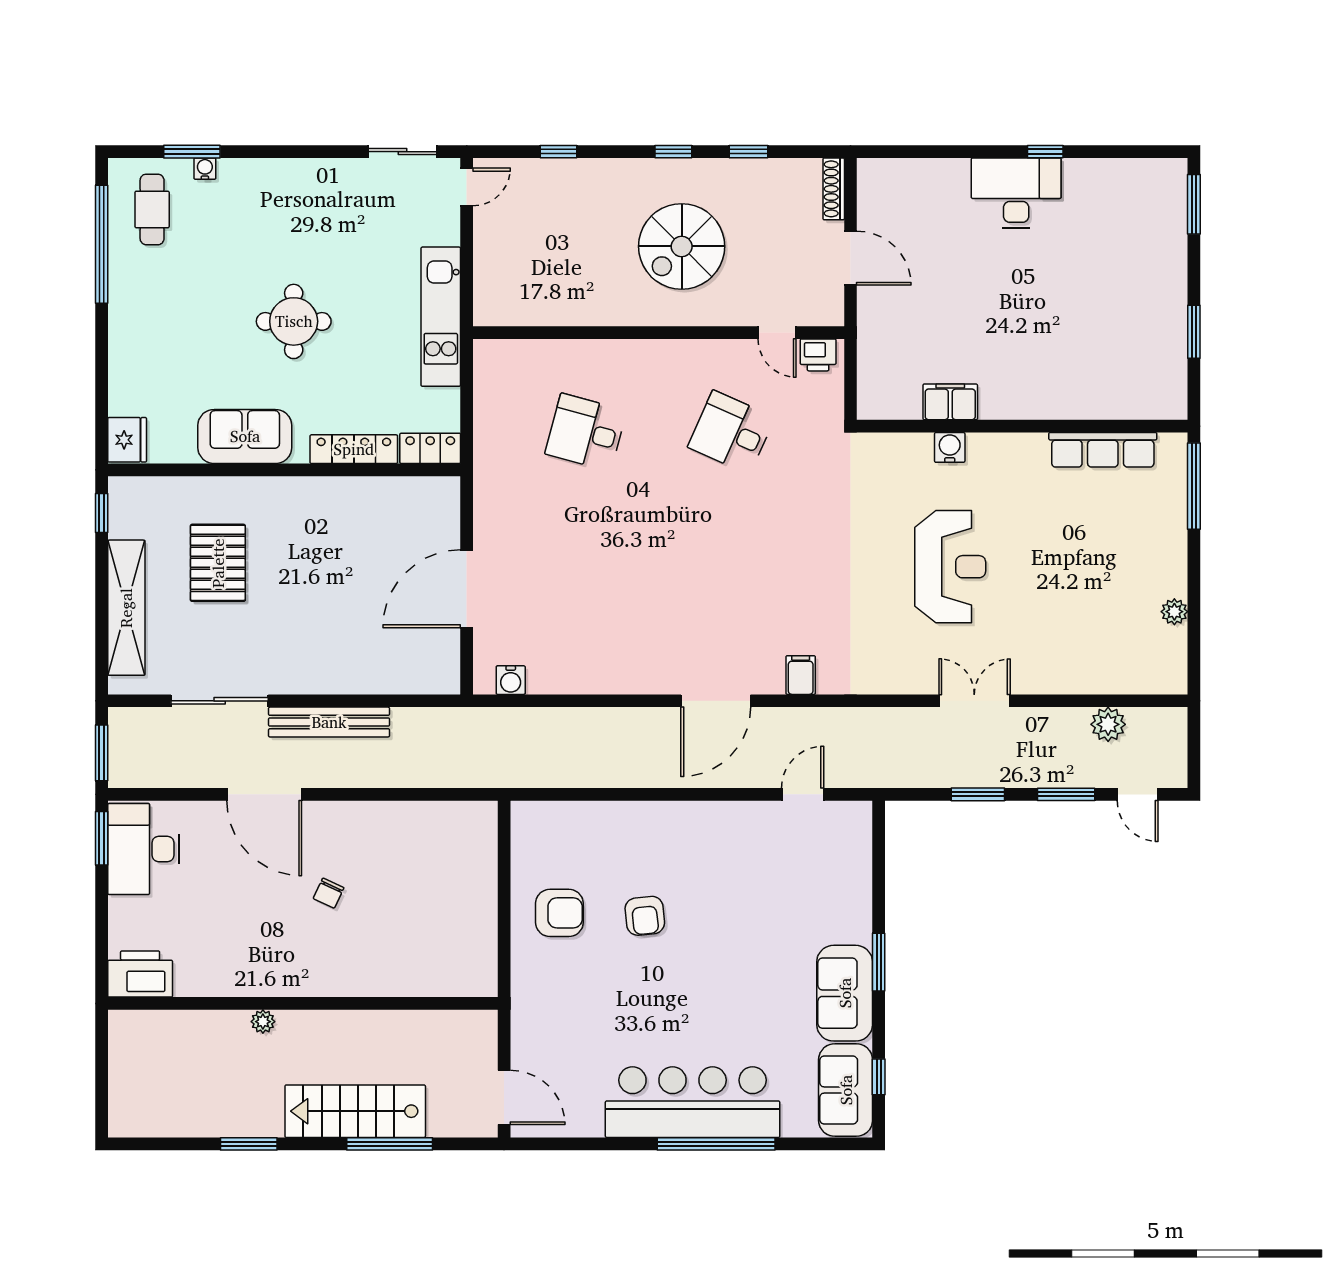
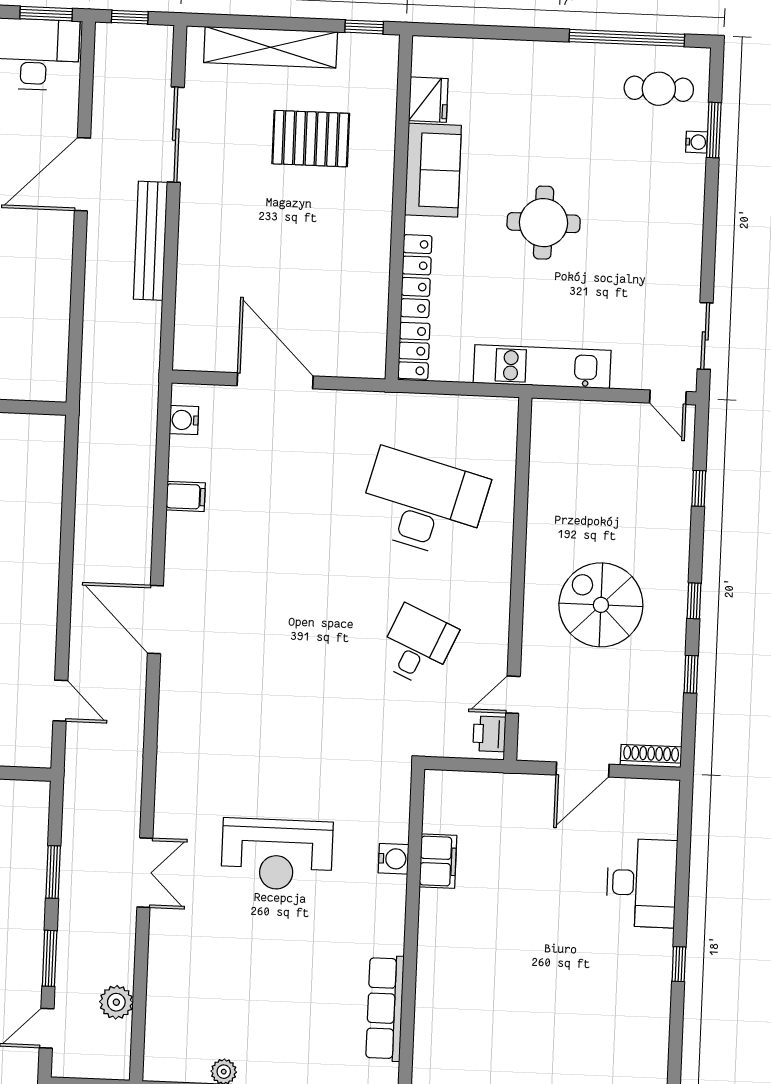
desk: (1016, 193) -> (642, 883), moved
desk: (586, 432) -> (423, 504), width x1.87, depth x1.30
fridge: (127, 440) -> (428, 100), moved, turned -90
filing cabinet: (801, 675) -> (186, 496), moved
window: (102, 753) -> (130, 17), width x0.67

